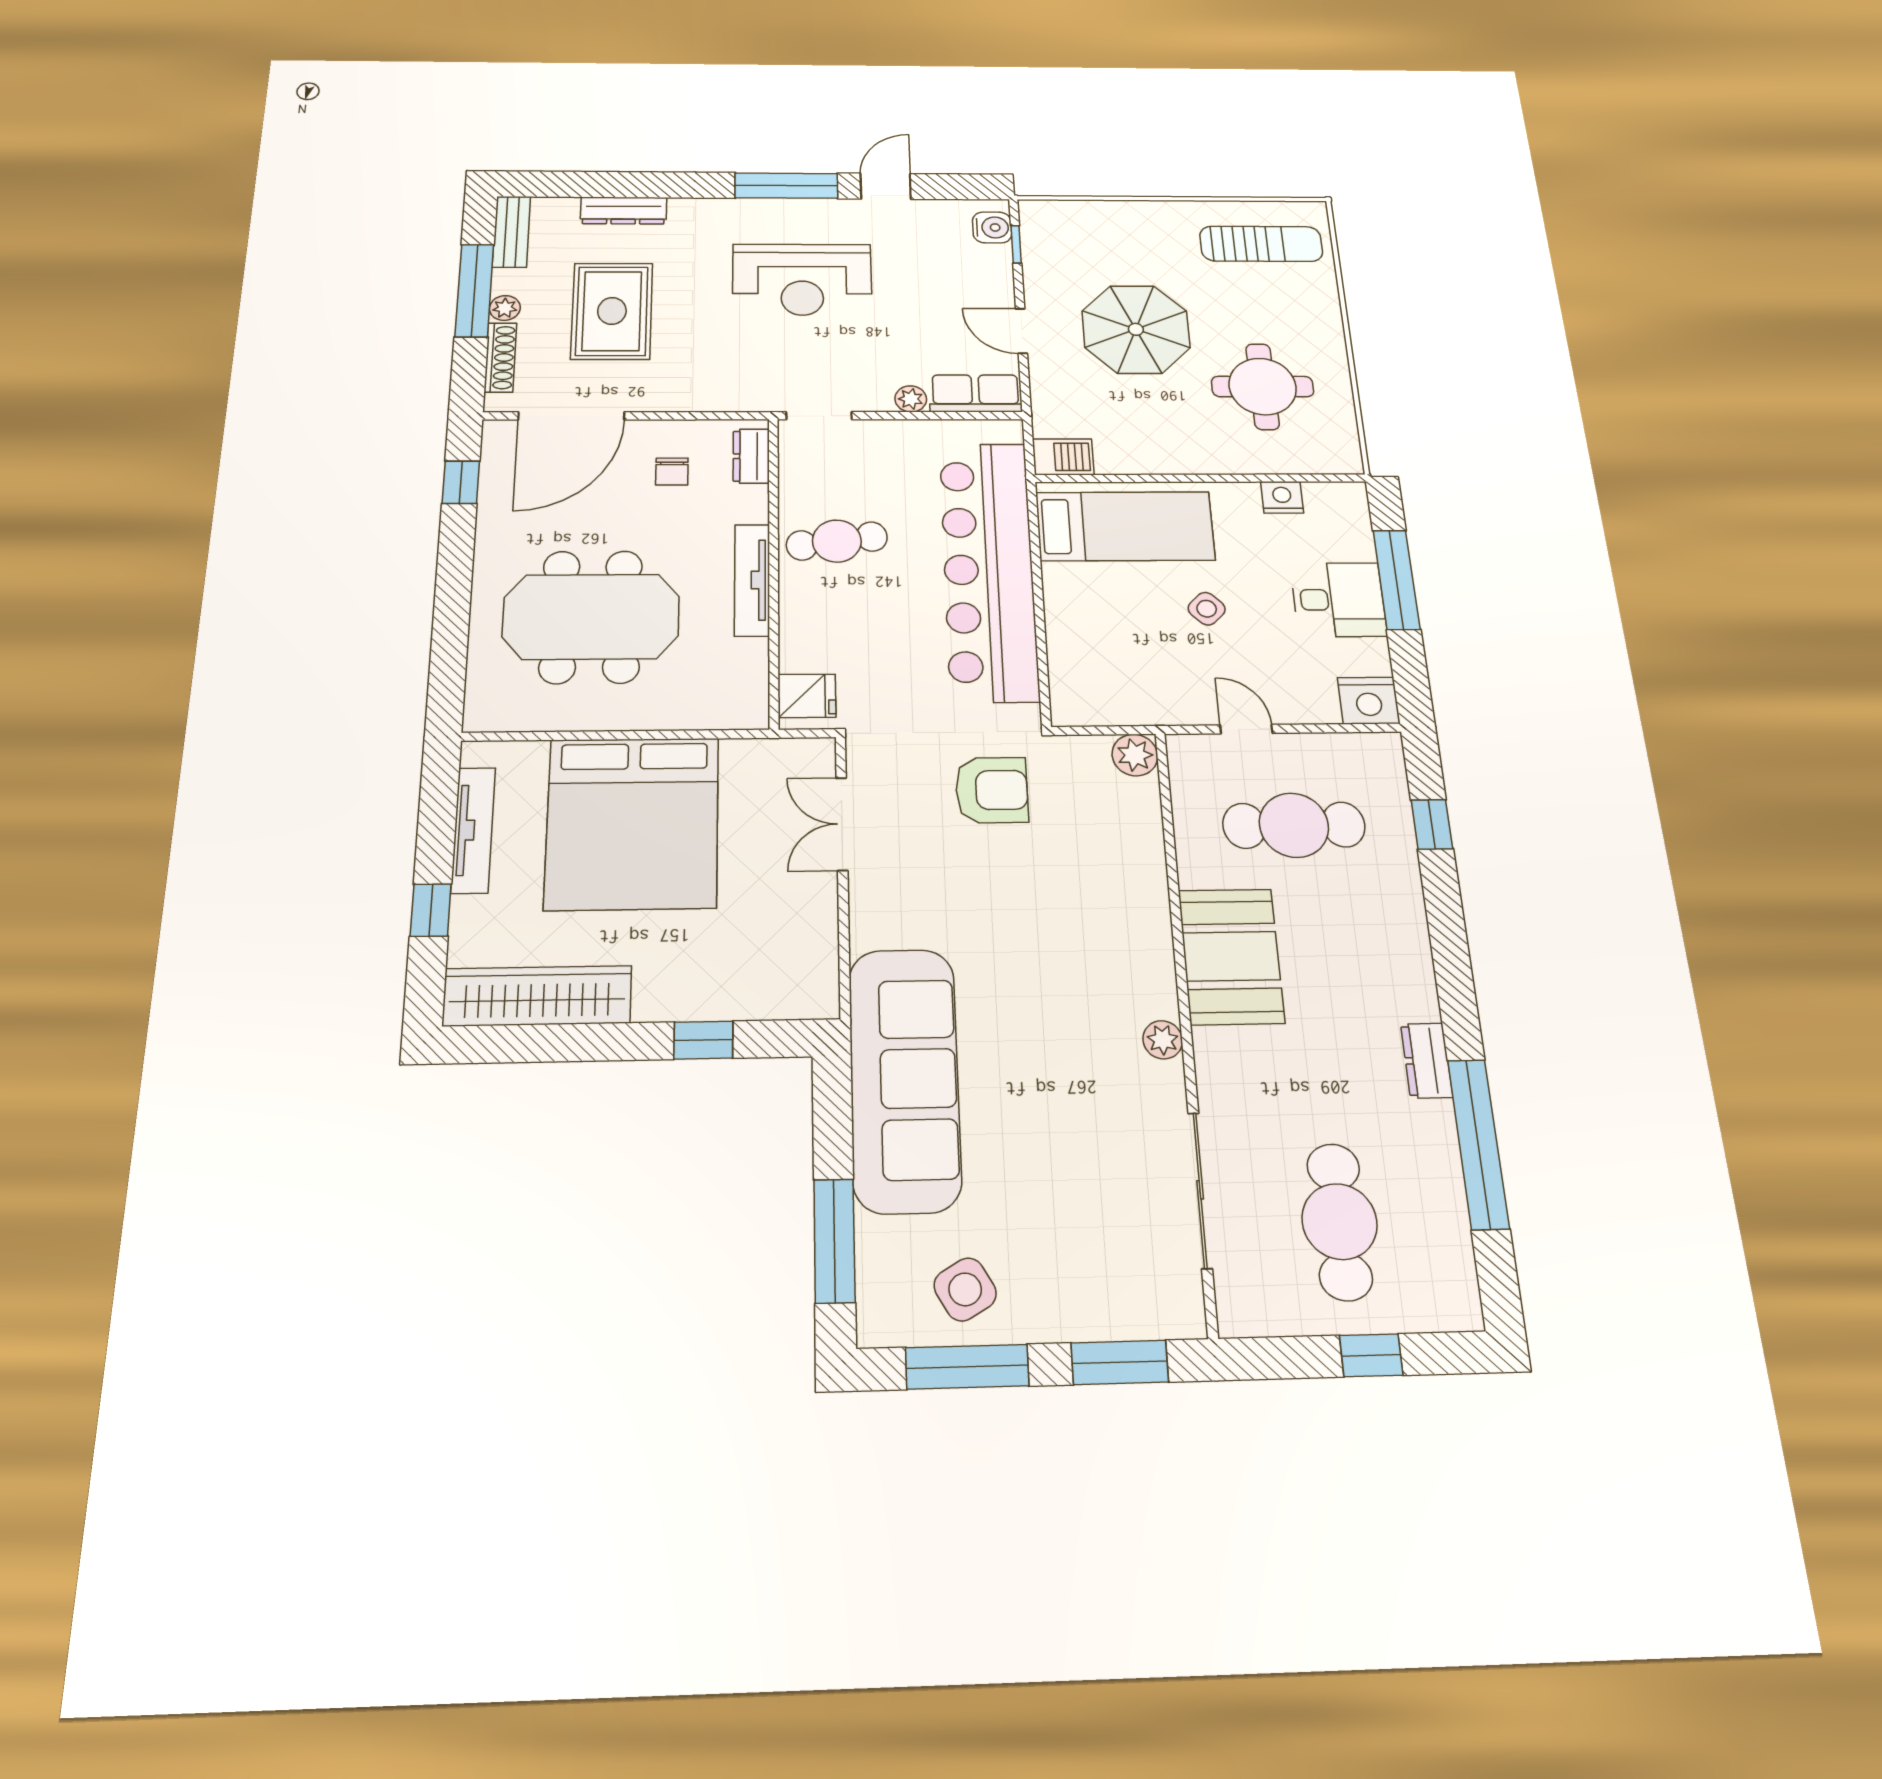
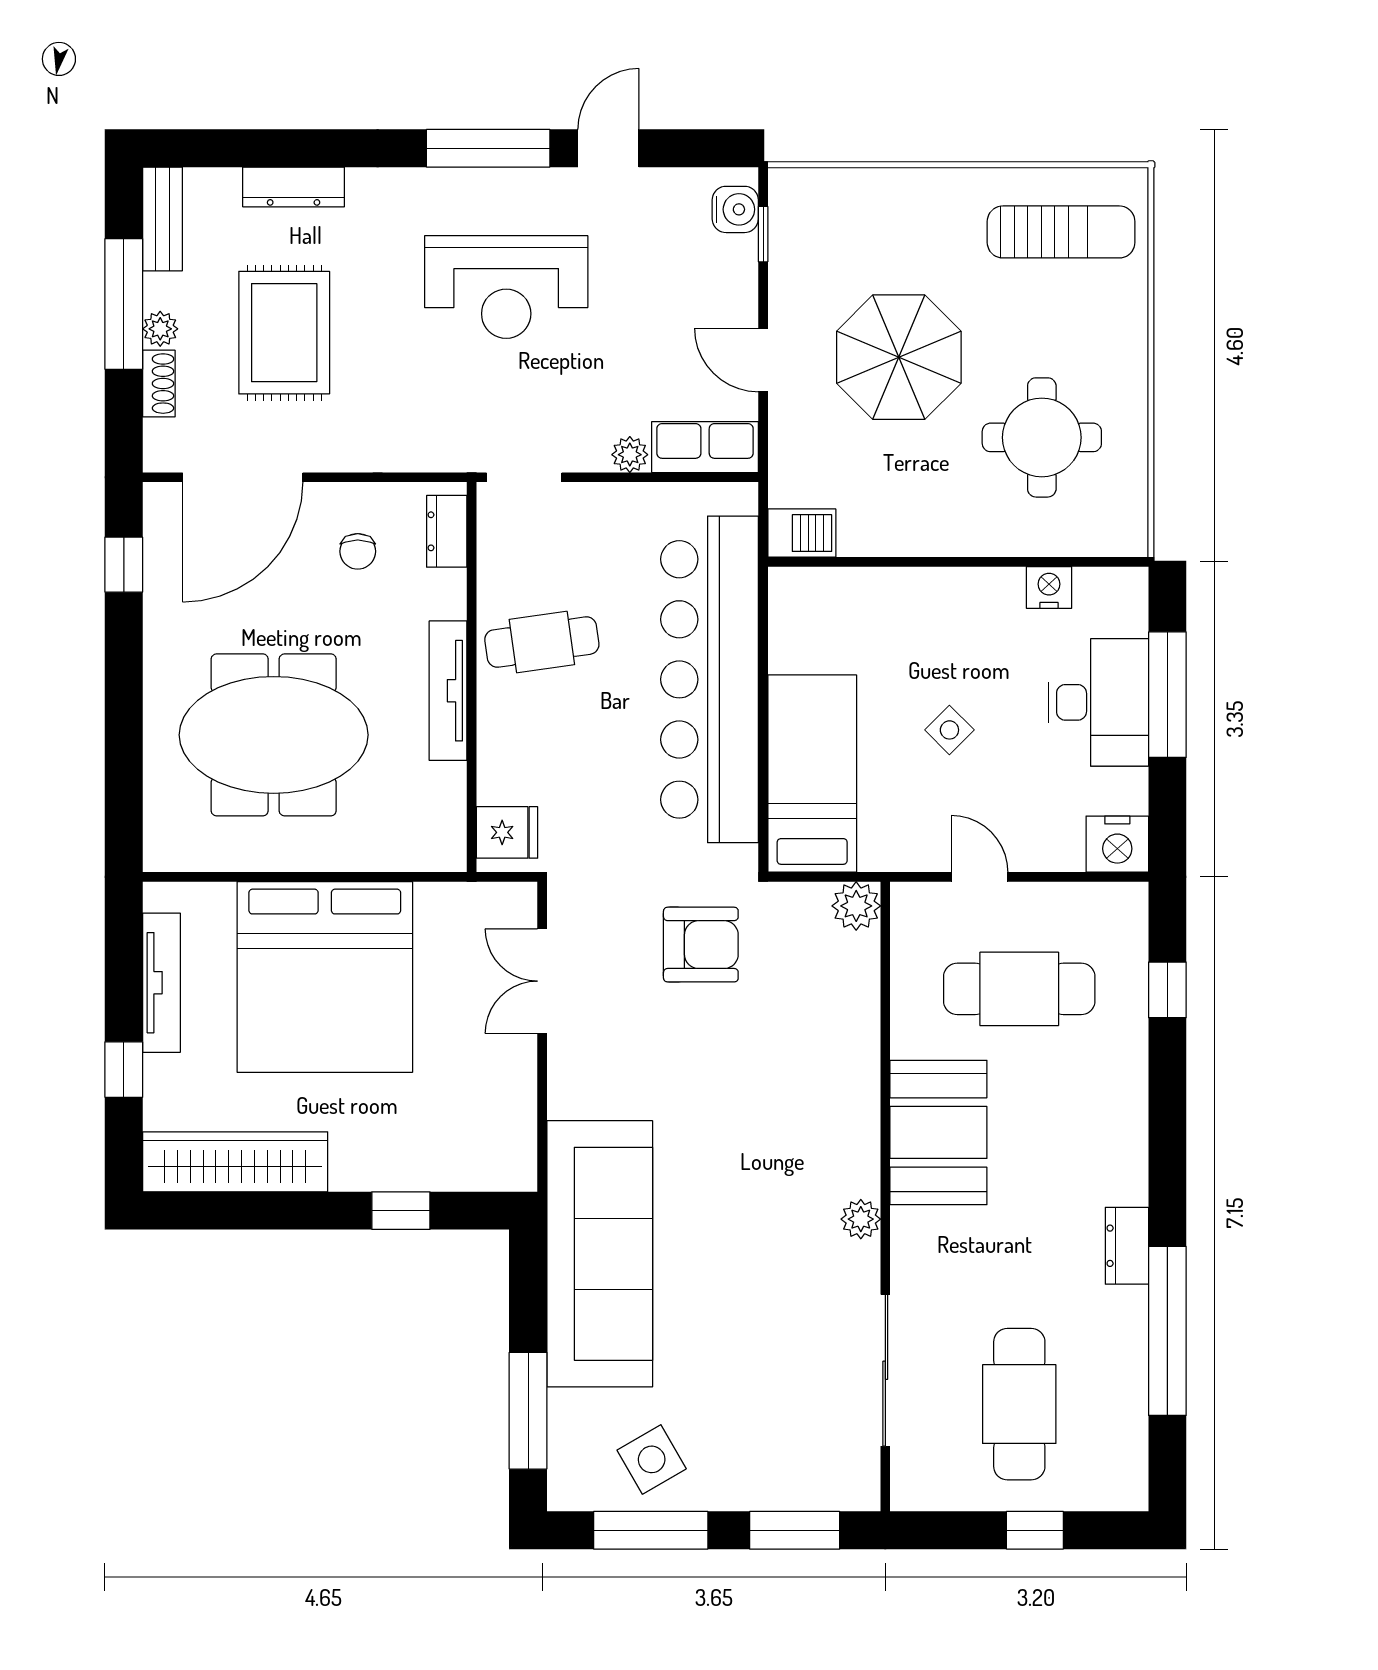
shoe rack: (500, 357) -> (159, 384), width x0.70
bed: (1125, 526) -> (812, 774), moved, turned -90
desk: (1338, 600) -> (1099, 702), width x1.37

